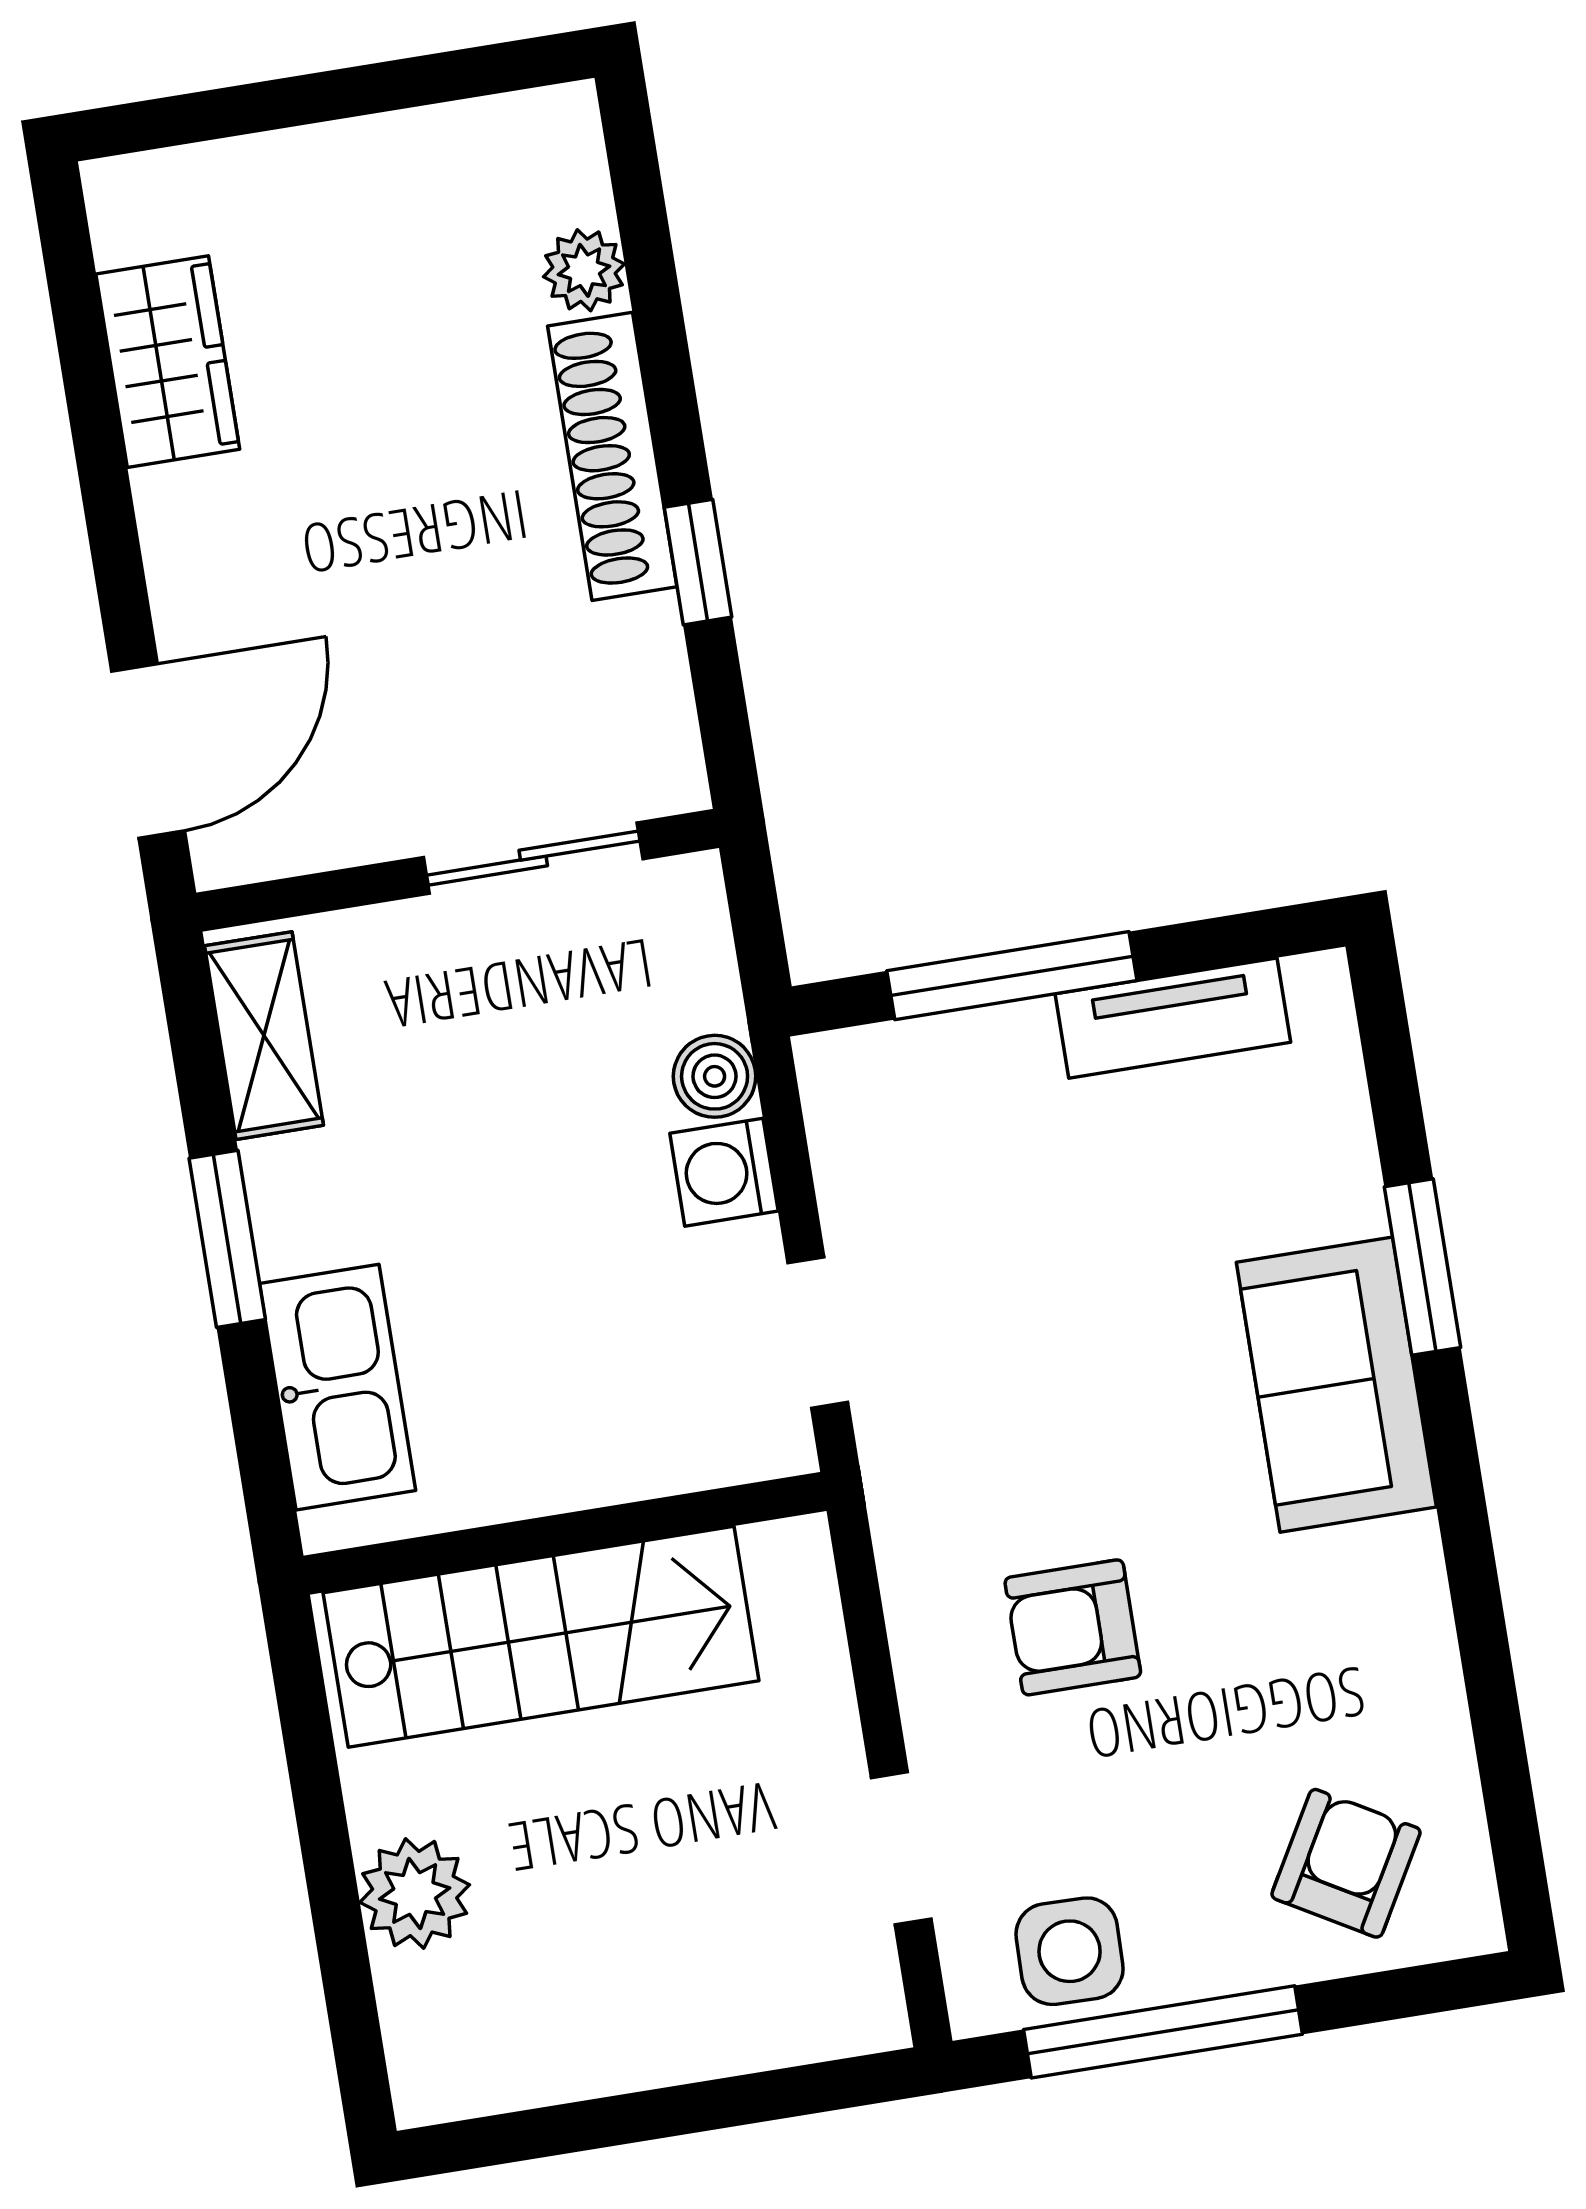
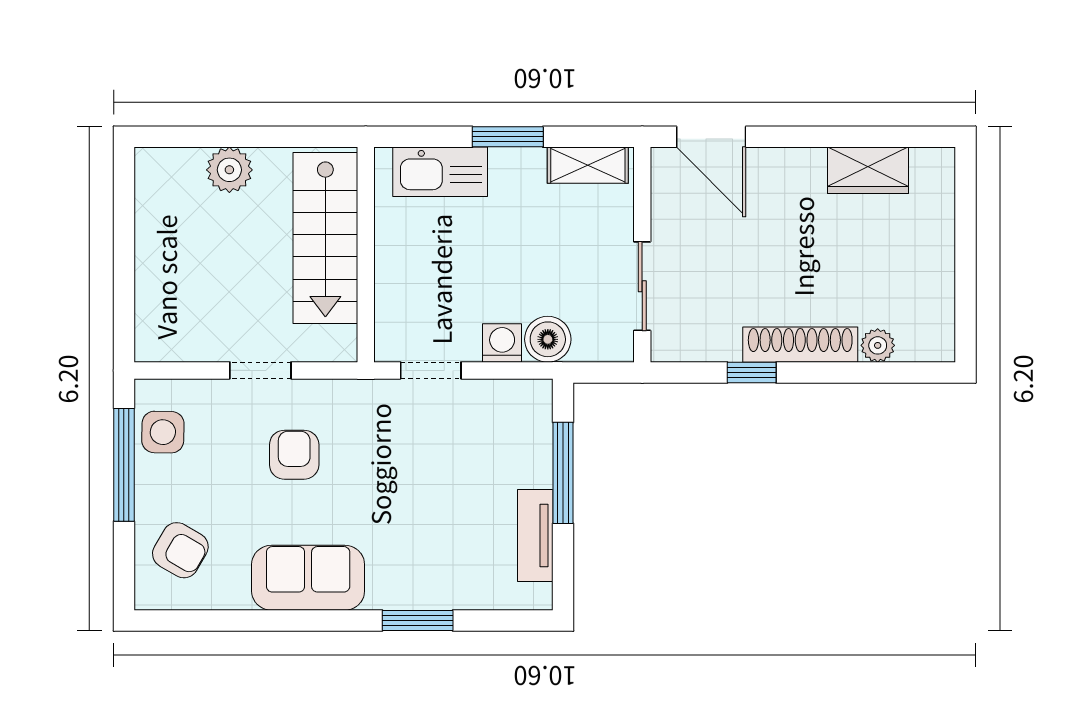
boiler: (715, 1076) -> (548, 339), width x1.36, depth x1.36
sofa: (1336, 1385) -> (308, 578), moved
doorway: (901, 1848) -> (260, 370), moved

